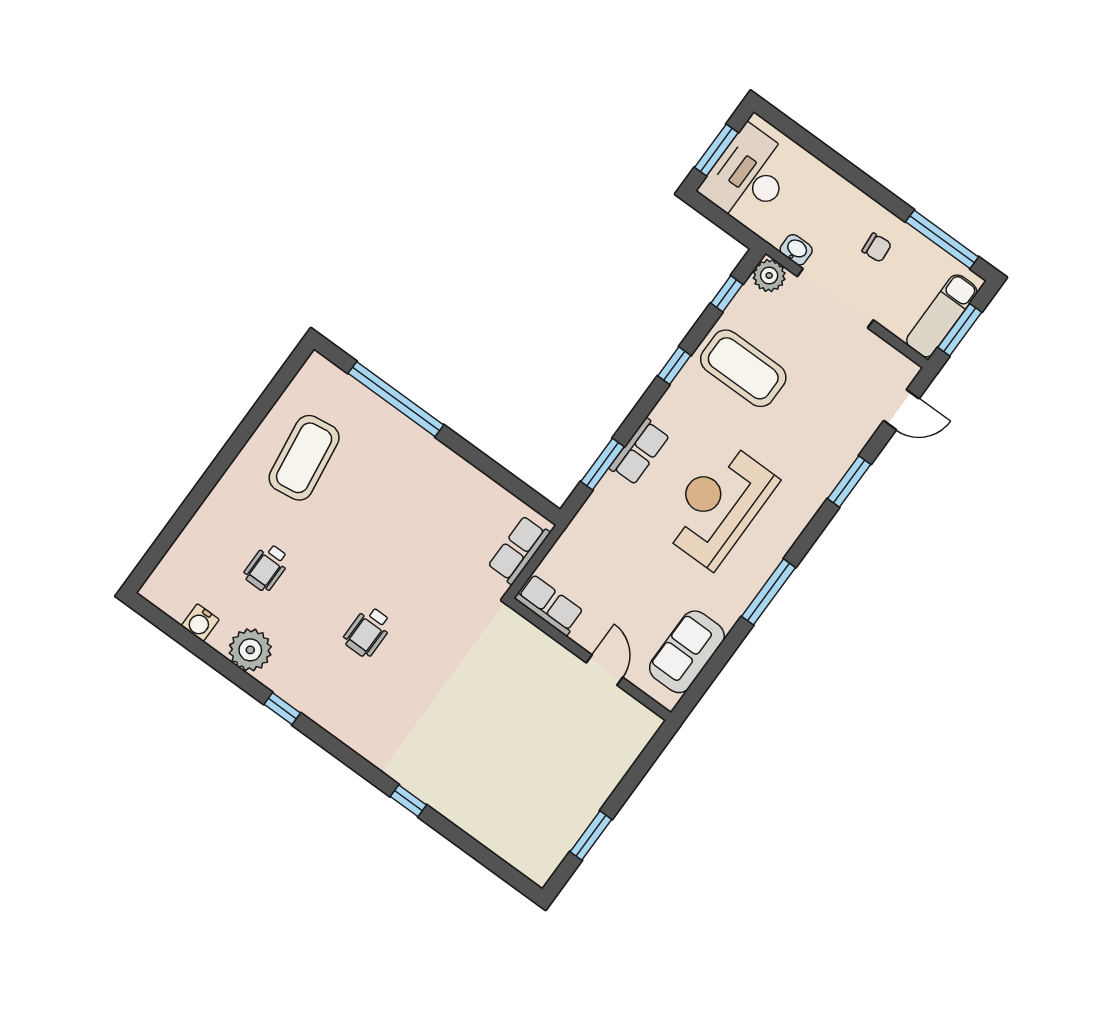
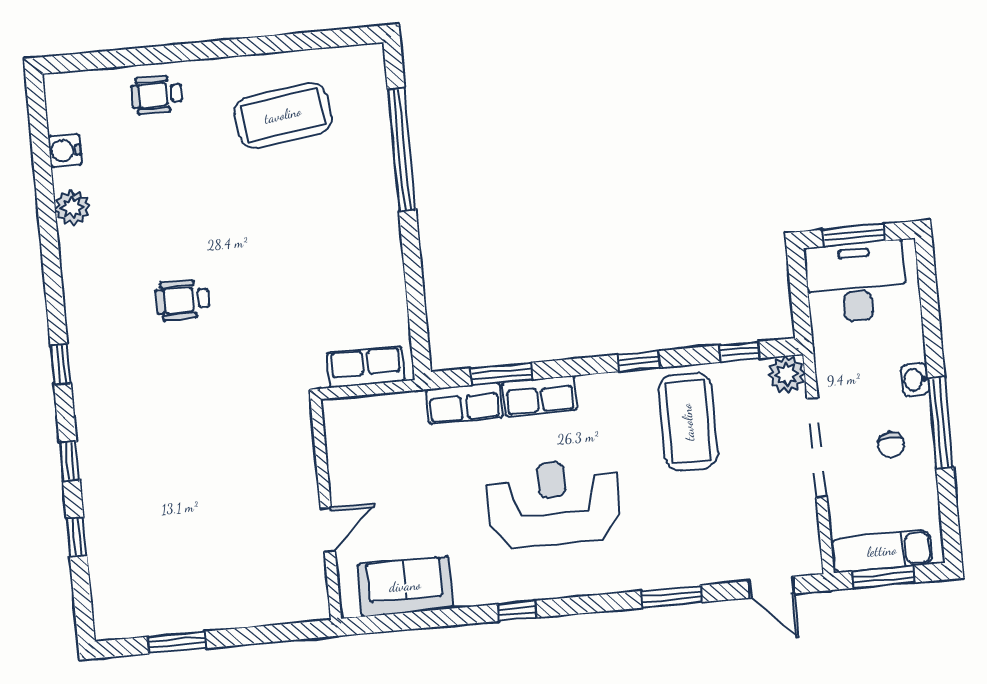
window: (942, 239) -> (940, 422), moved
washbasin: (796, 250) -> (915, 380), moved, turned 180
wheelchair: (267, 567) -> (157, 95), moved
window: (768, 592) -> (517, 611), width x0.46
row of seats: (549, 605) -> (464, 403), moved, turned 90
plant: (250, 650) -> (72, 208), width x0.73, depth x0.73
window: (282, 709) -> (61, 364), moved
window: (462, 840) -> (77, 537), added

